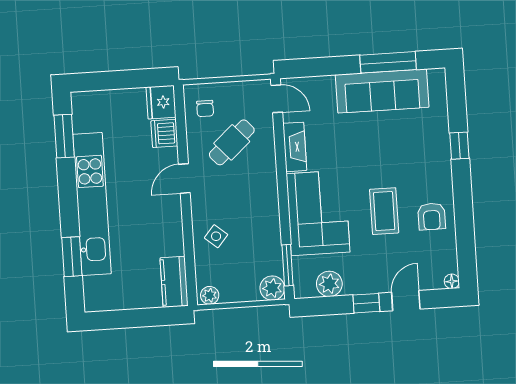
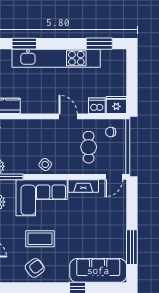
sofa: (382, 91) -> (98, 270), moved, turned 90
cafe table: (232, 142) -> (89, 147), turned 42
armchair: (432, 216) -> (35, 268), turned 143
side table: (216, 236) -> (45, 165), moved

